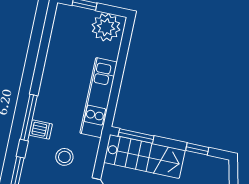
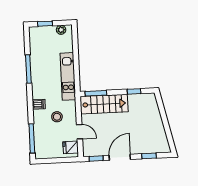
plant: (106, 27) -> (61, 30), width x0.53, depth x0.53
window: (29, 118) -> (28, 69), moved

